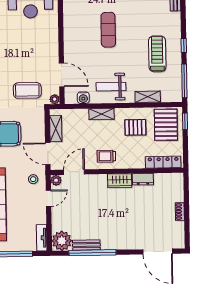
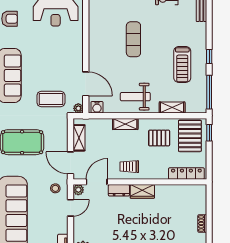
treadmill: (157, 54) -> (182, 64), turned 180
water cooler: (83, 98) -> (97, 107), moved
dresser: (143, 179) -> (119, 190), moved

